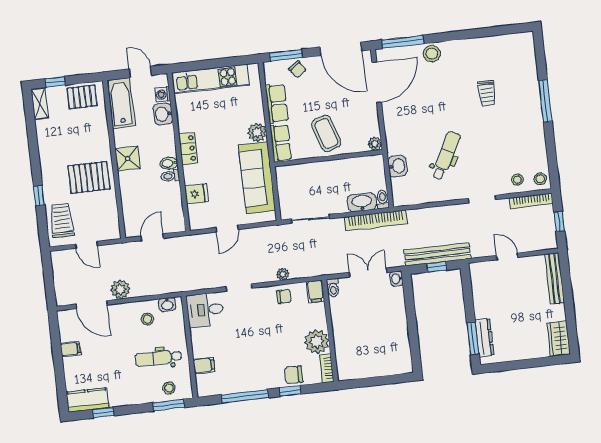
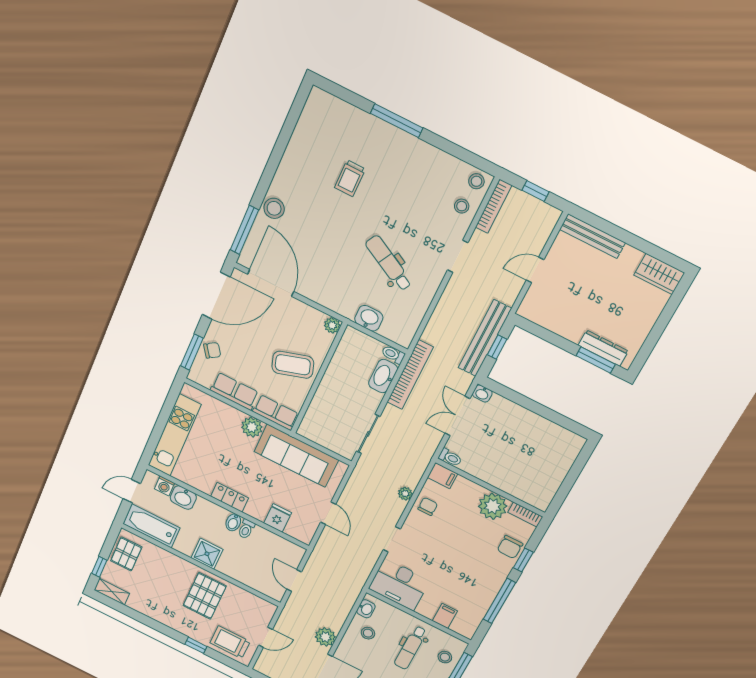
trolley: (487, 93) -> (350, 178), turned 90
desk: (205, 310) -> (399, 584), width x1.37

